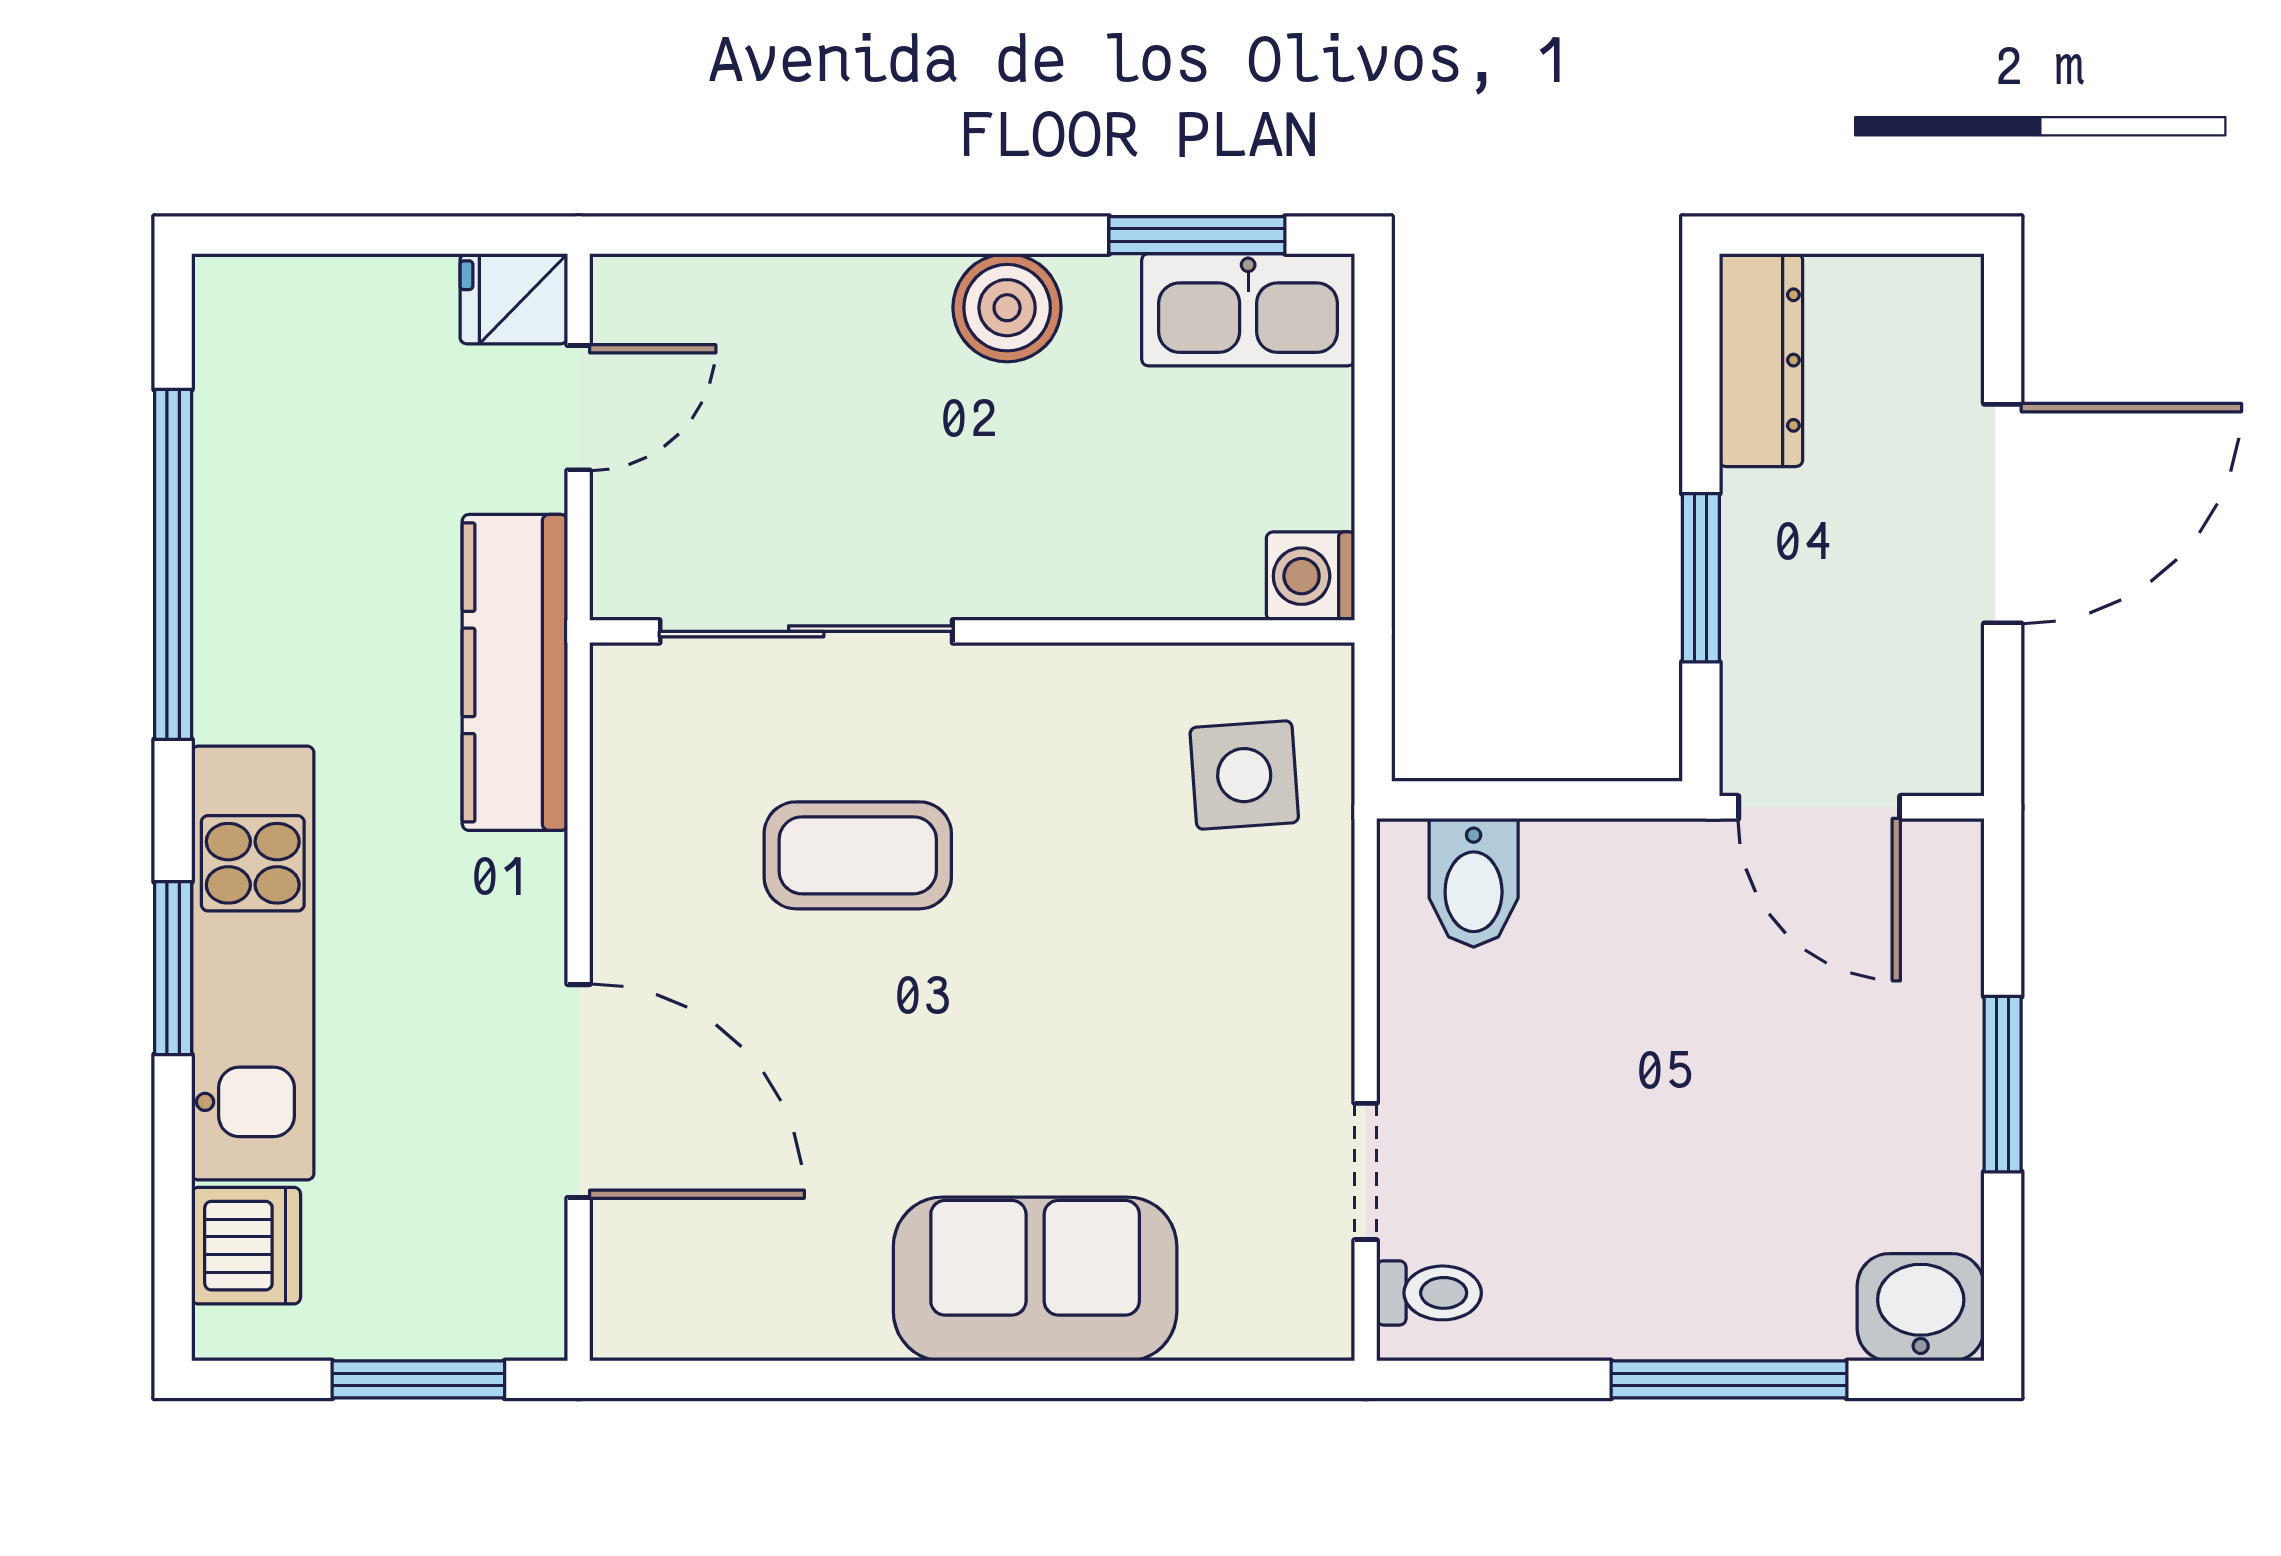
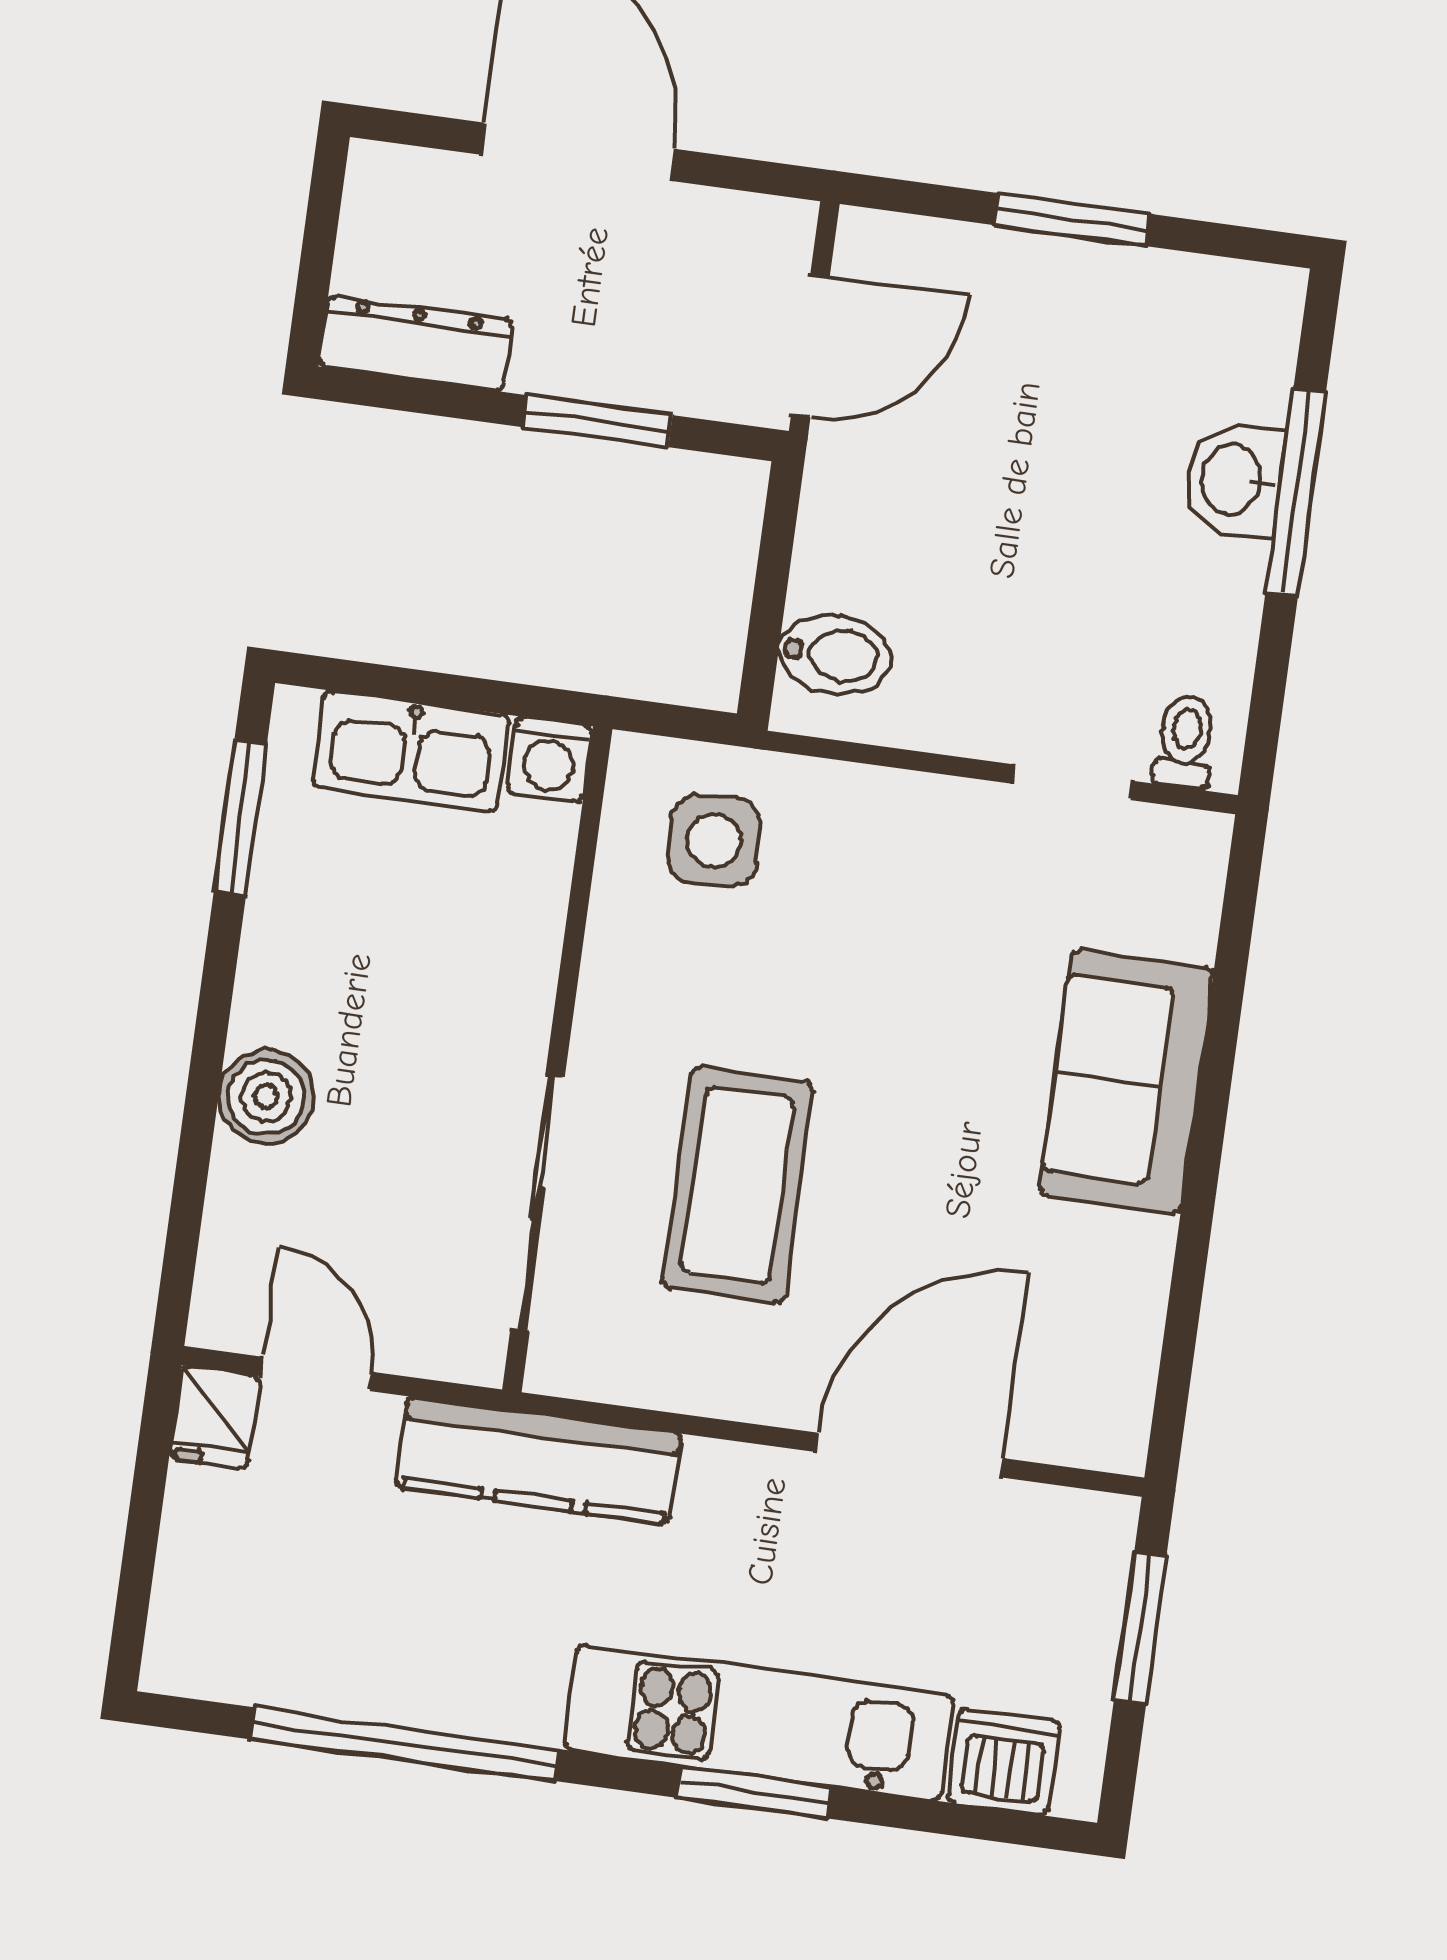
boiler: (1007, 308) -> (266, 1097), moved
kitchen sink: (1248, 310) -> (411, 751), moved, turned 90
coffee table: (858, 855) -> (738, 1185), width x1.36, depth x1.32
washbasin: (1921, 1307) -> (1234, 480), moved

